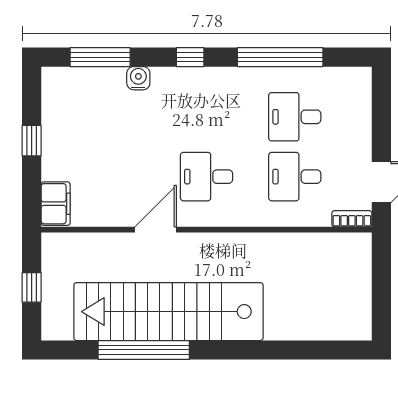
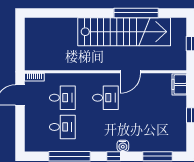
water cooler: (138, 78) -> (123, 146), moved

